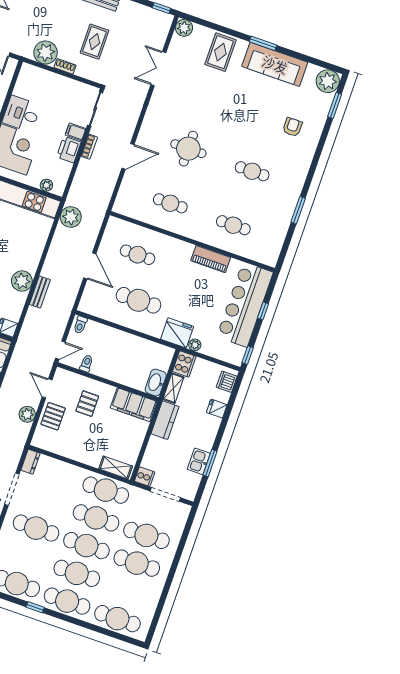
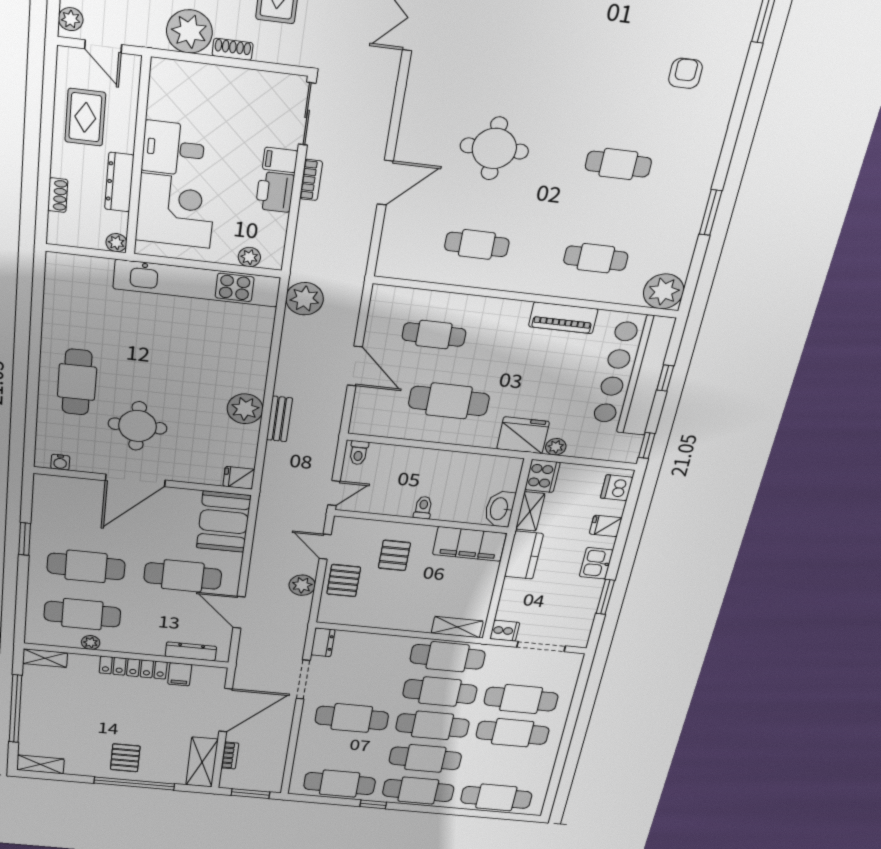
plant: (268, 254) -> (664, 291), added
toilet: (86, 363) -> (423, 508), moved
kitchen sink: (199, 461) -> (596, 563), moved

